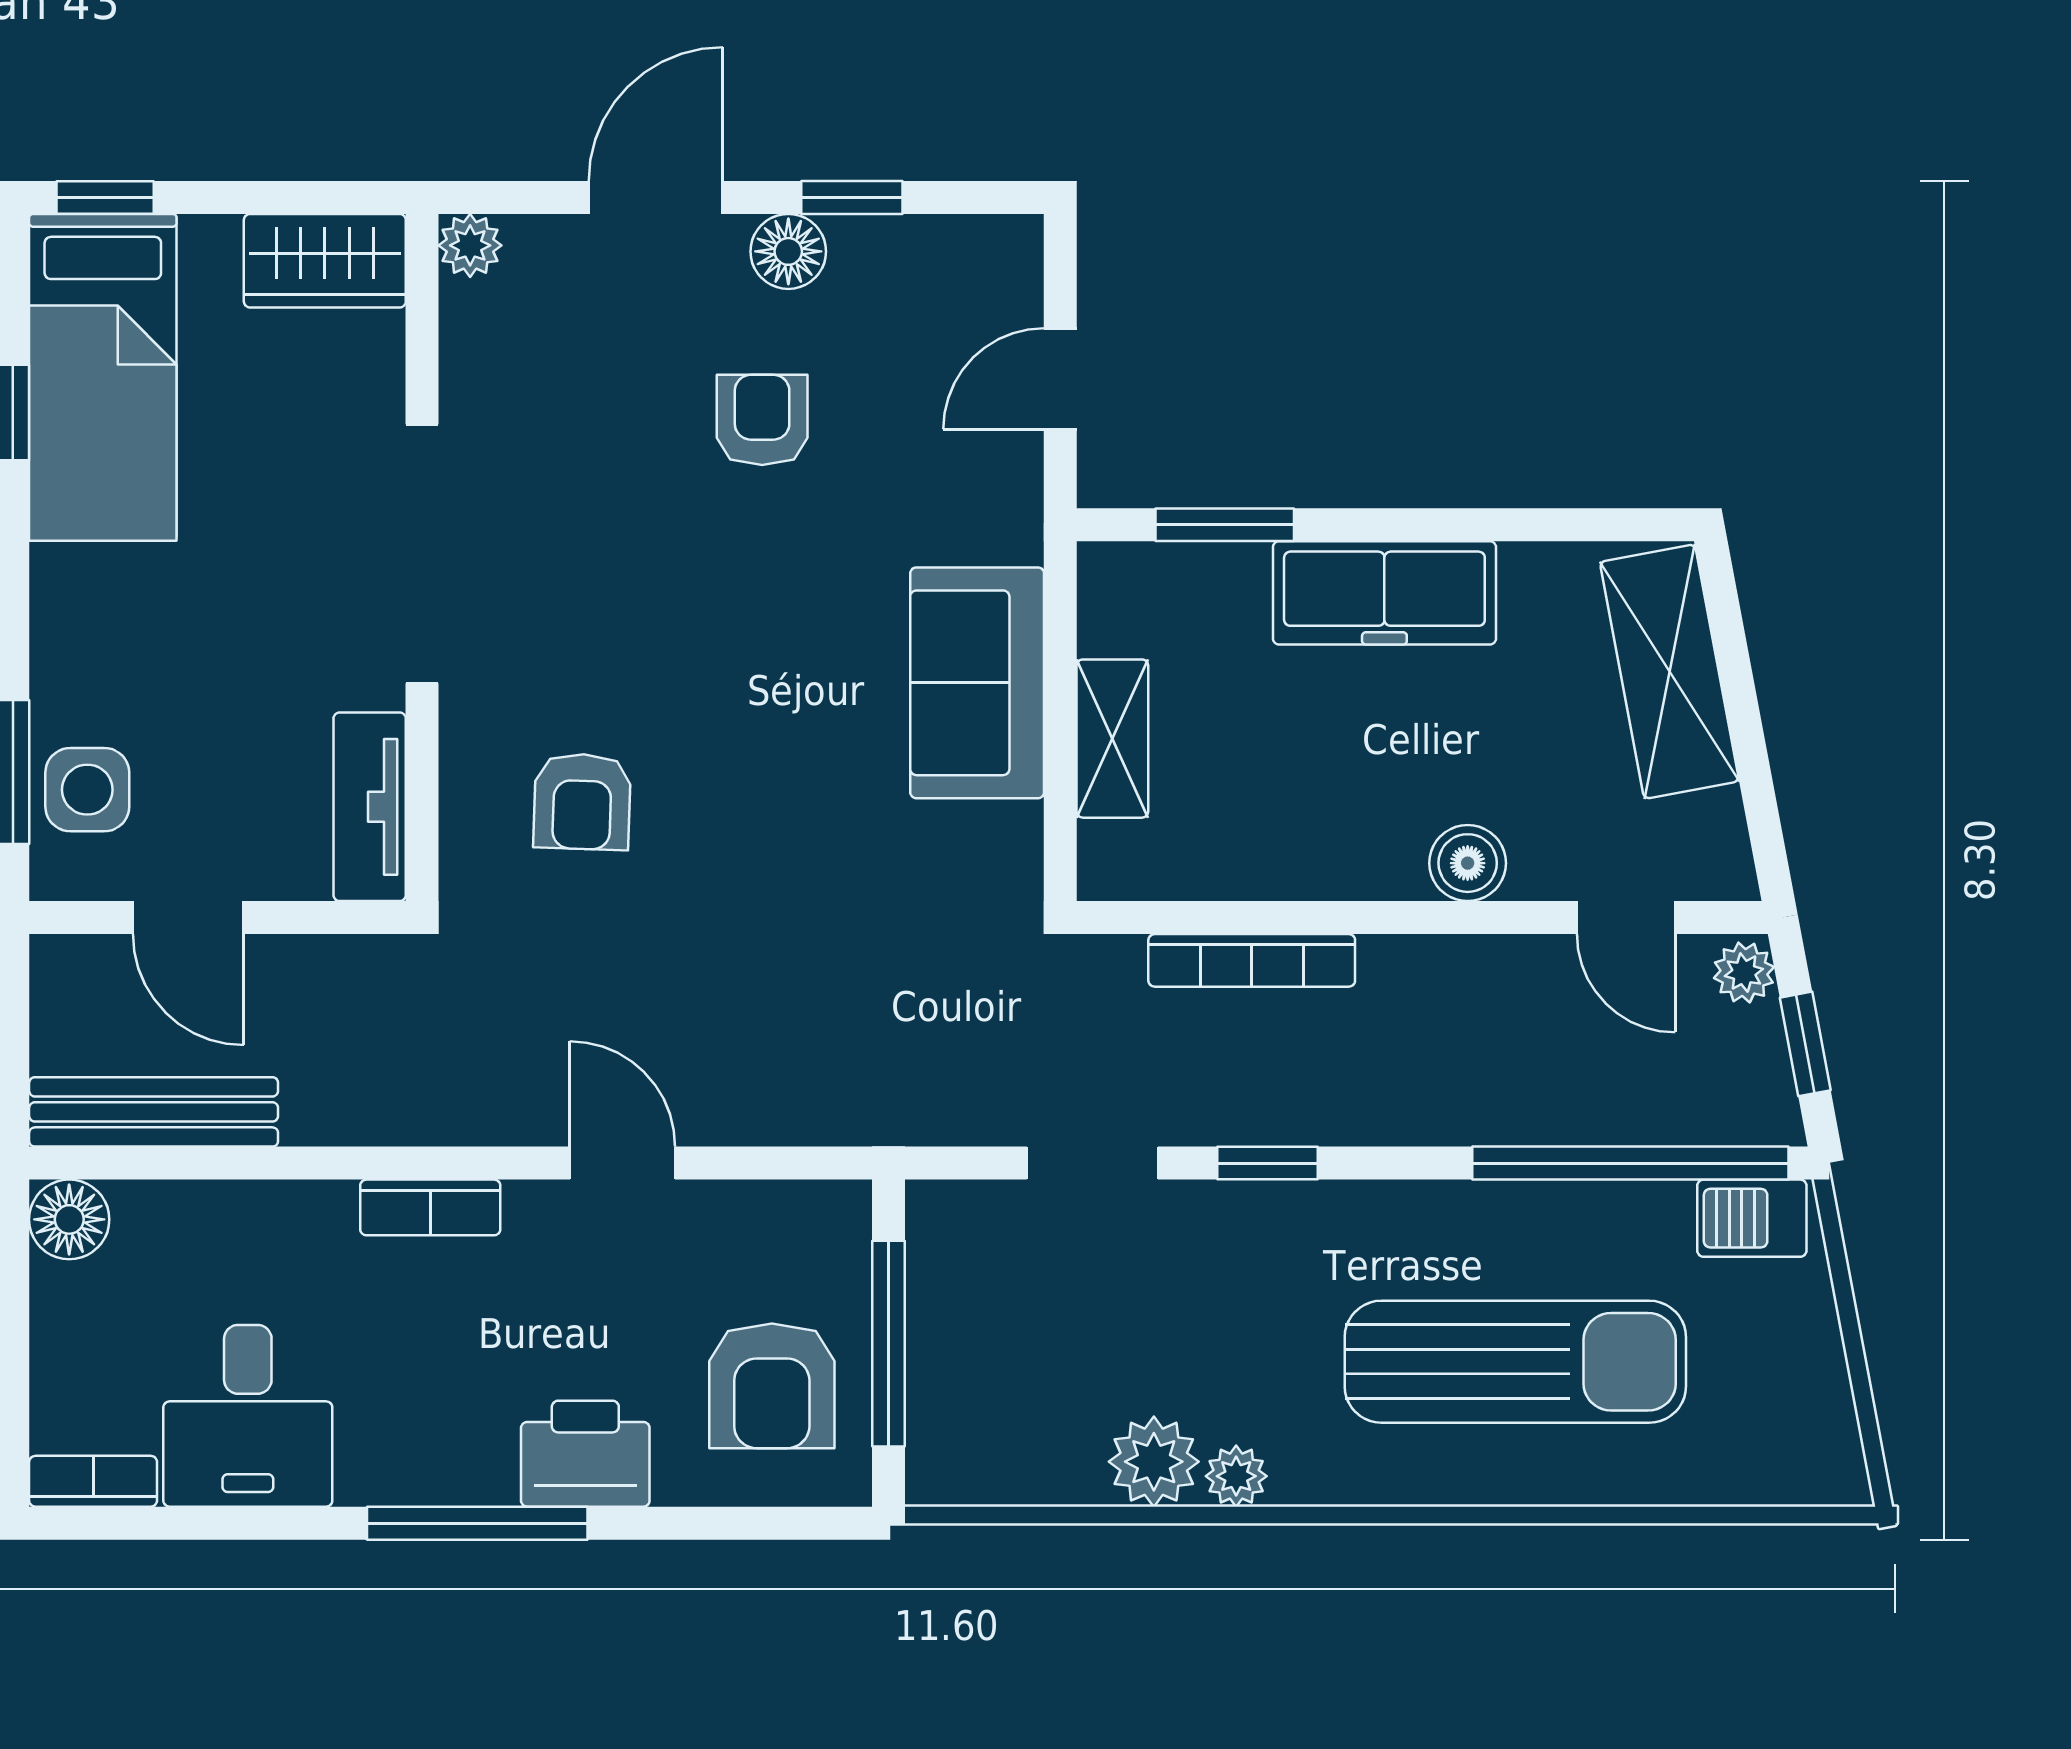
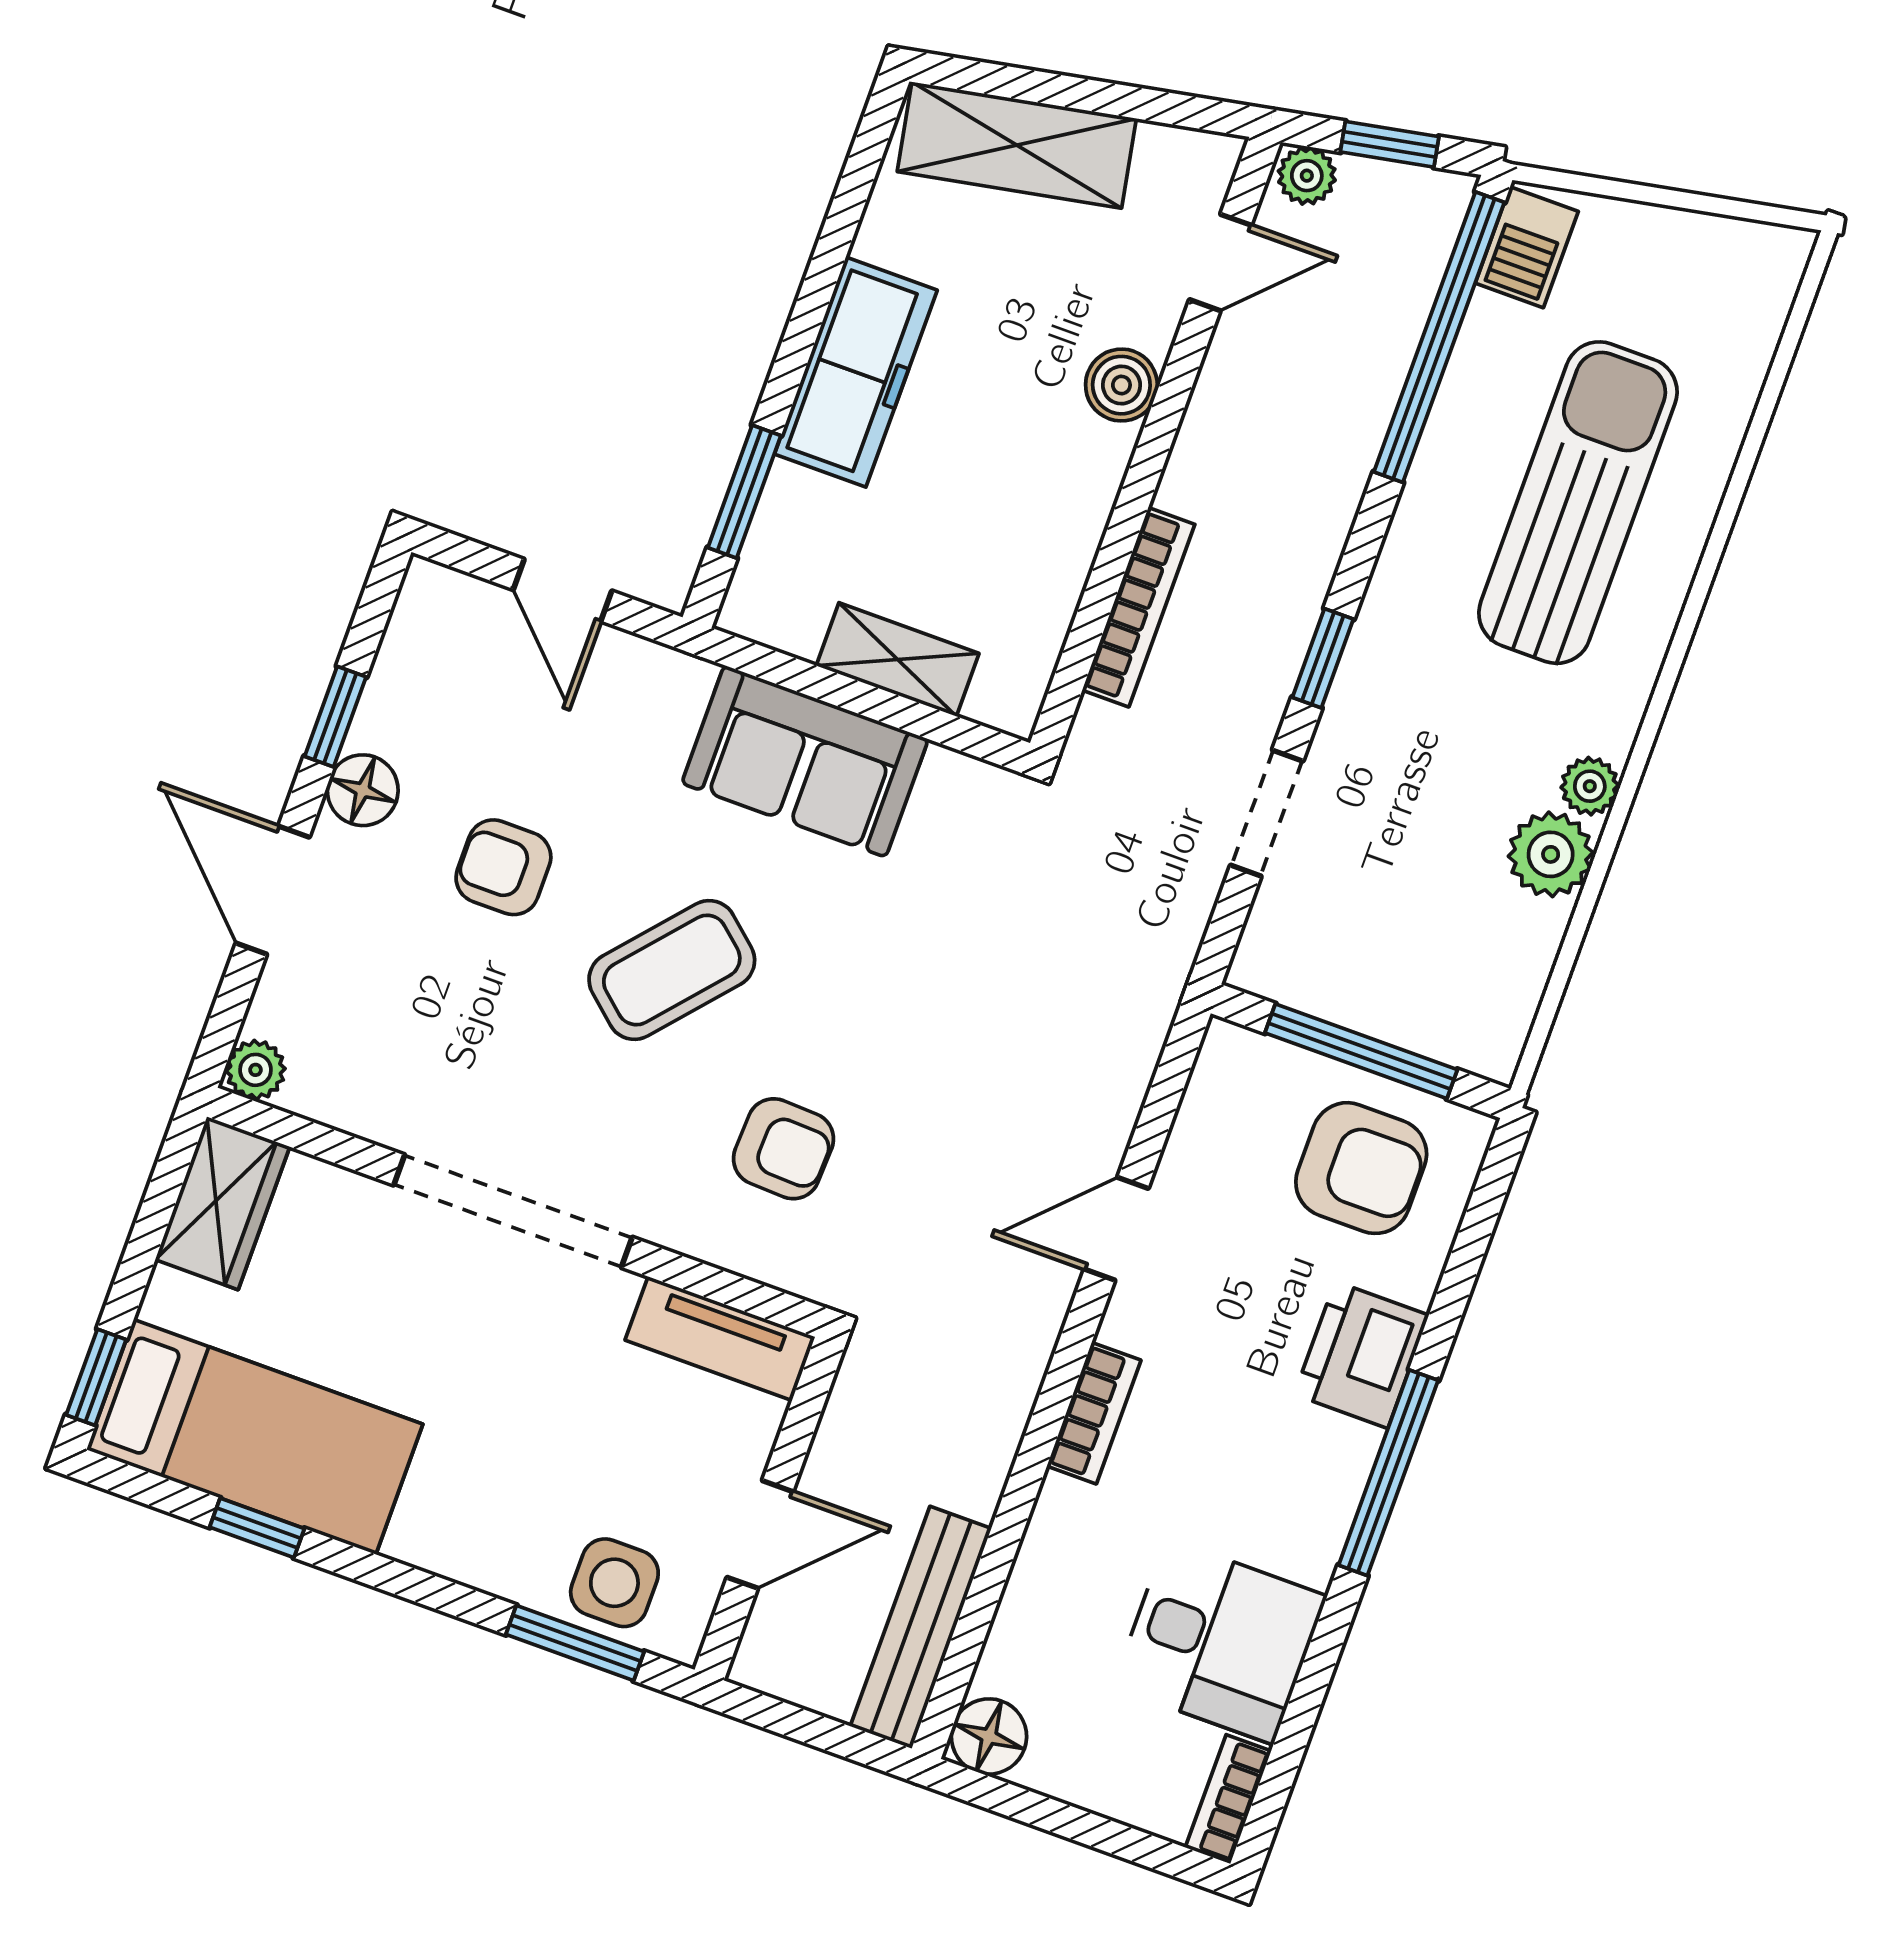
coffee table: (720, 625) -> (672, 970), added

